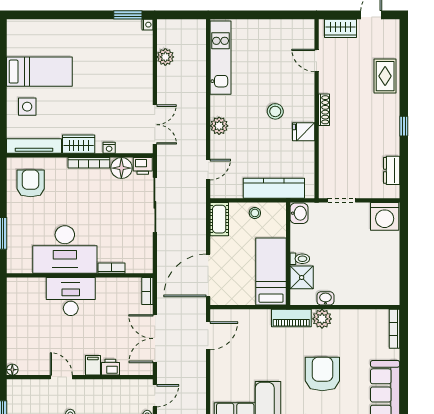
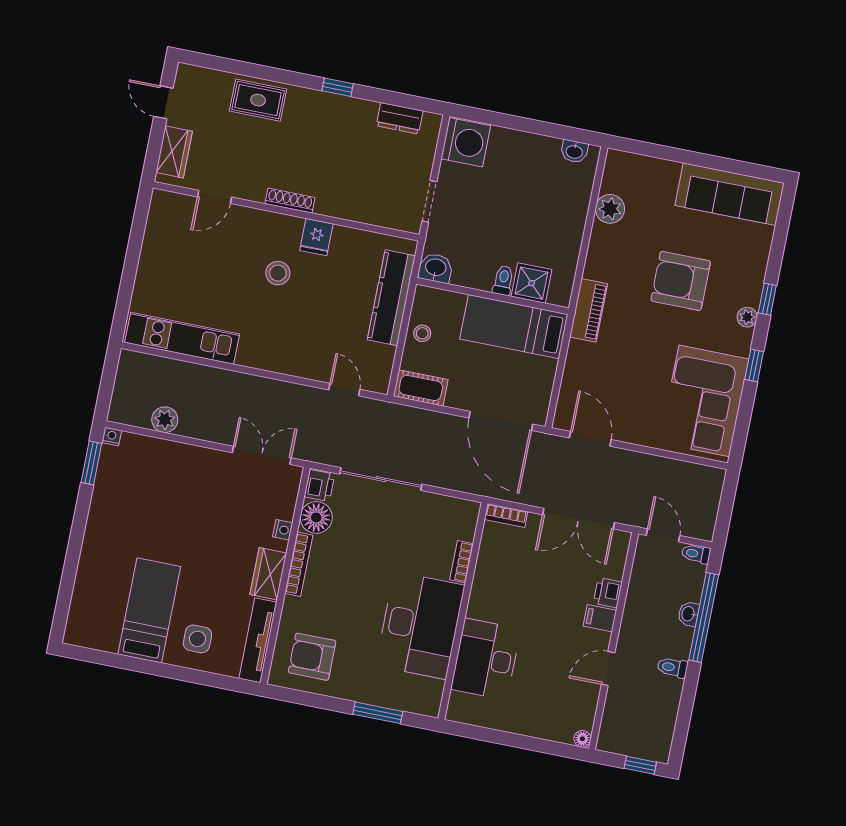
plant: (219, 126) -> (283, 360), removed
desk: (71, 297) -> (486, 659), moved
washbasin: (325, 298) -> (574, 151), moved, turned -90
plant: (322, 319) -> (610, 209), moved
bookcase: (395, 329) -> (635, 161), removed

